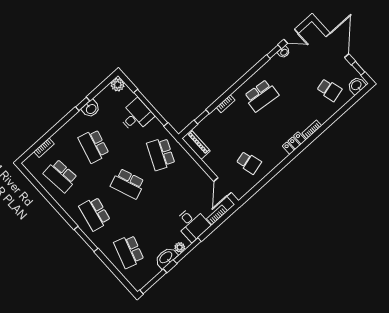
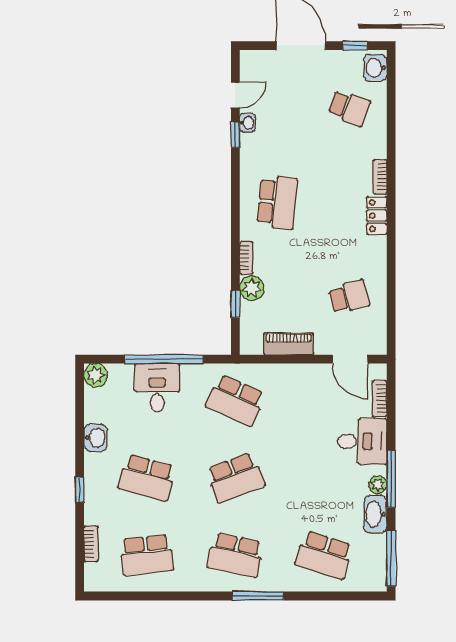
school desk: (329, 90) -> (349, 108), turned 36
window: (83, 104) -> (80, 490), moved
plant: (215, 118) -> (252, 288), added
piano: (196, 145) -> (289, 344), moved

